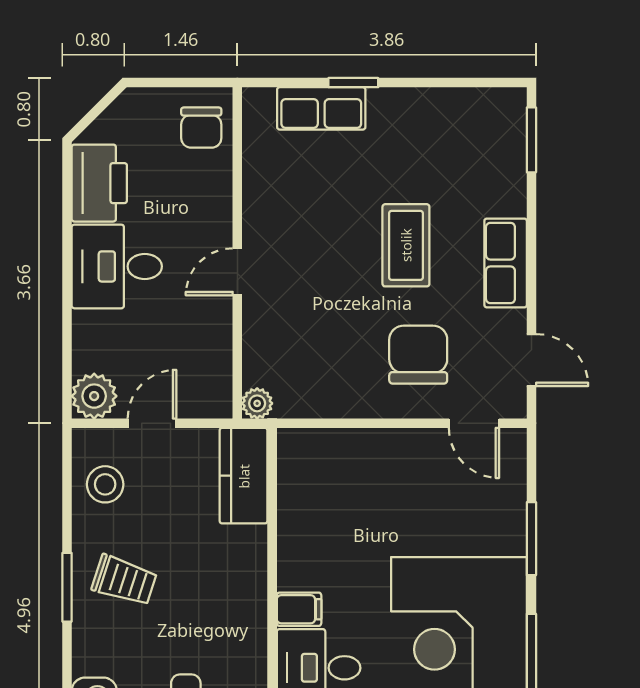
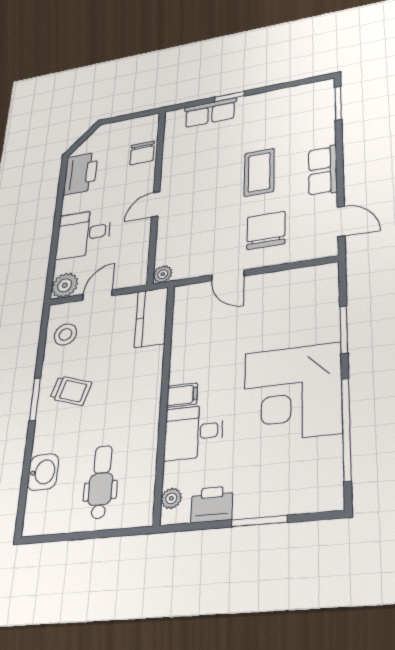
chair: (201, 128) -> (142, 153), moved
desk: (117, 266) -> (83, 234), moved
door: (474, 423) -> (228, 276), moved

